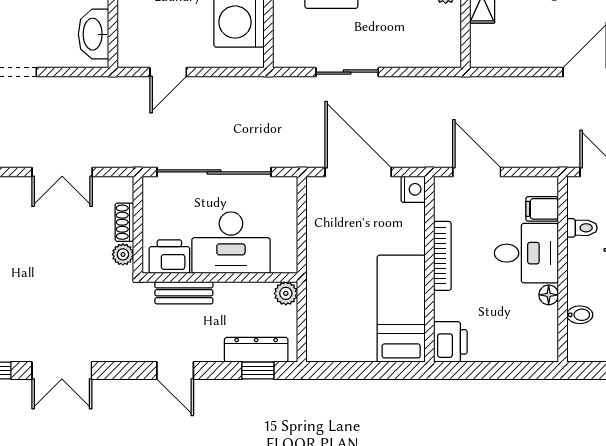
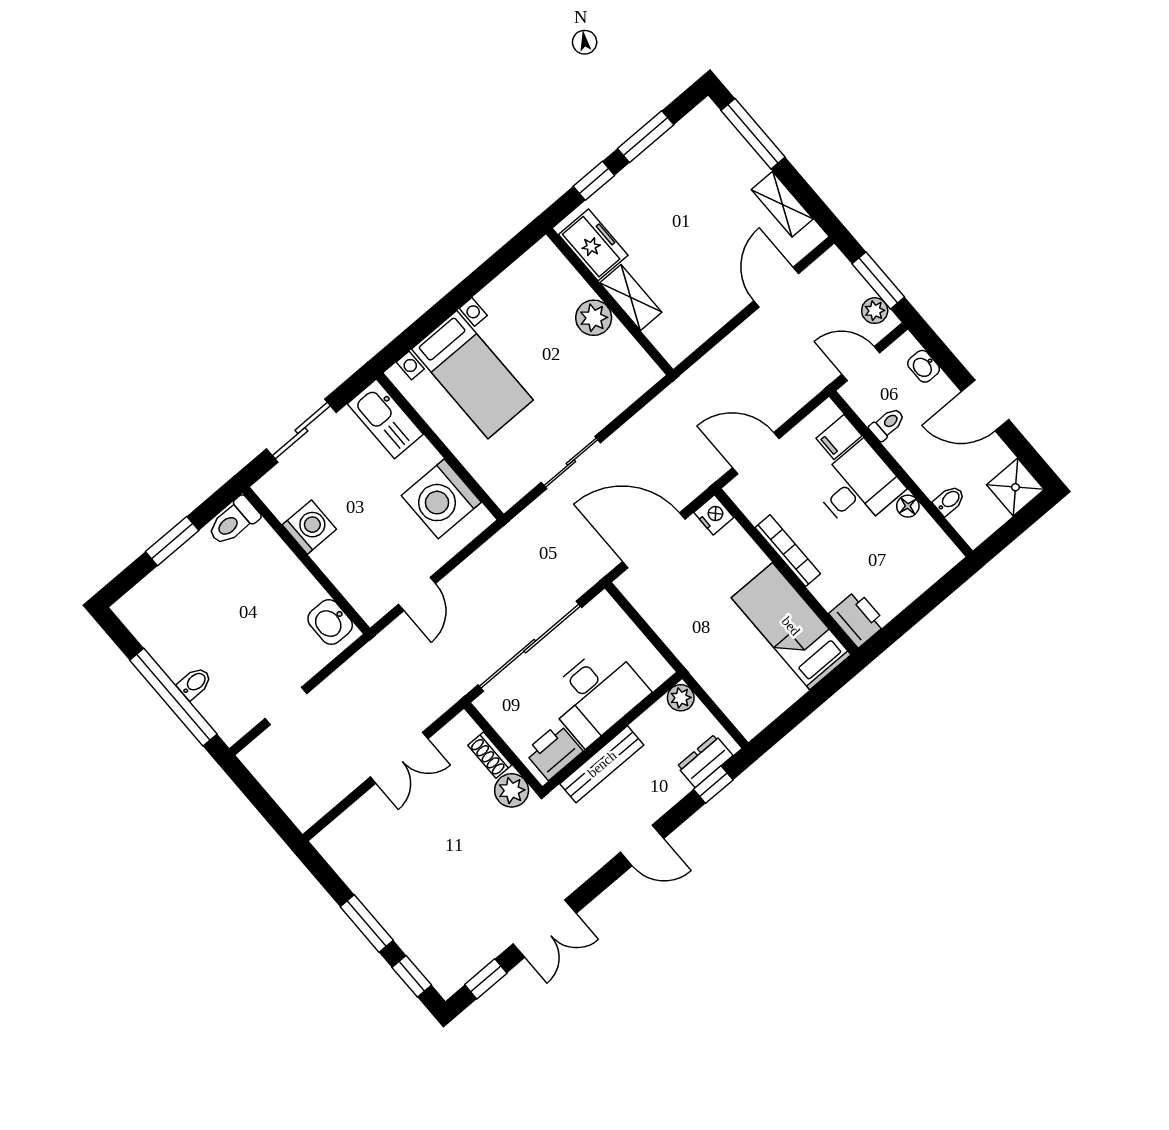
washbasin: (94, 34) -> (330, 622), width x0.72
plant: (123, 254) -> (512, 790), width x1.38, depth x1.38
bench: (184, 293) -> (602, 764), width x1.36
dresser: (256, 350) -> (705, 761), width x0.70

